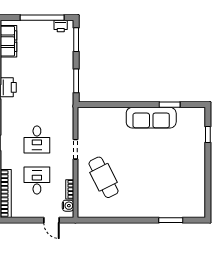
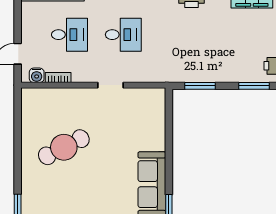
desk: (37, 139) -> (123, 35), turned 180
cafe table: (104, 177) -> (64, 147), moved

